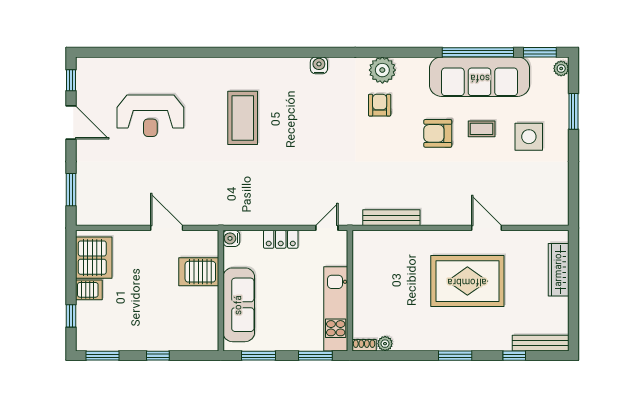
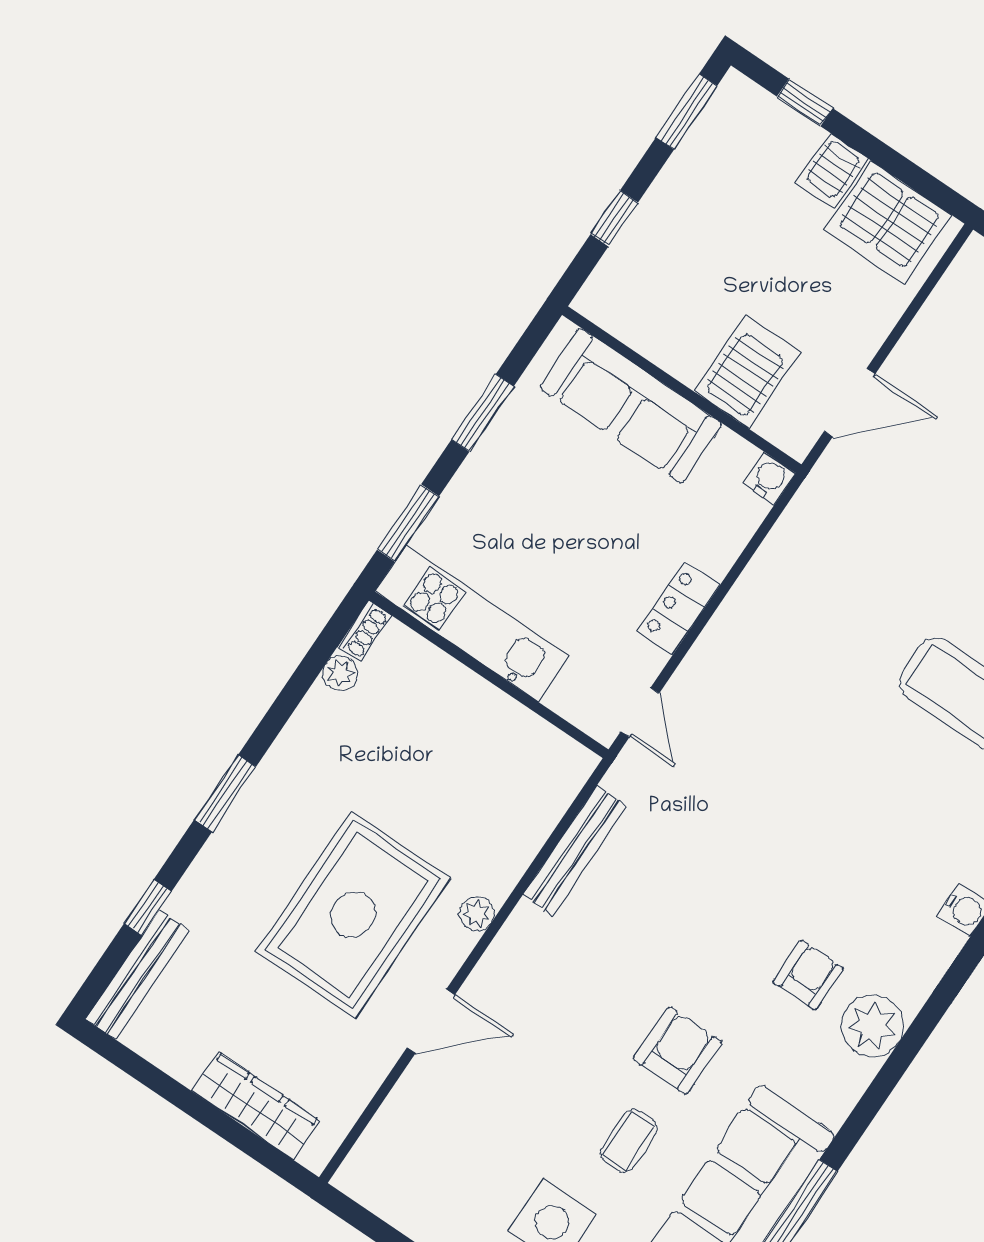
armchair: (380, 105) -> (808, 975), turned -90
plant: (437, 237) -> (477, 914), added
water cooler: (231, 238) -> (769, 478), moved
server rack: (199, 272) -> (747, 372), moved
wall: (221, 291) -> (682, 390), moved
sofa: (239, 305) -> (631, 406), moved

